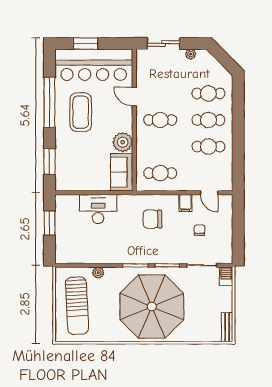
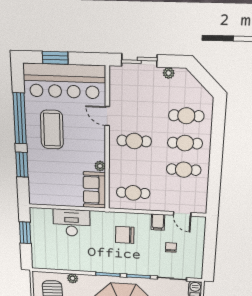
plant: (123, 142) -> (100, 166), width x0.53, depth x0.53
window: (50, 161) -> (22, 165), moved

